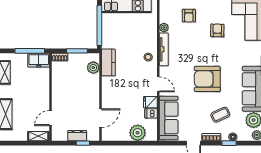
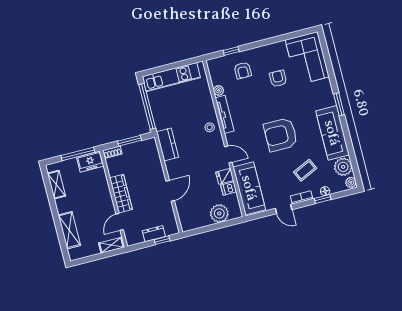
plant: (93, 68) -> (152, 154), removed
wardrobe: (58, 94) -> (121, 194), added
door: (100, 118) -> (170, 191), moved

